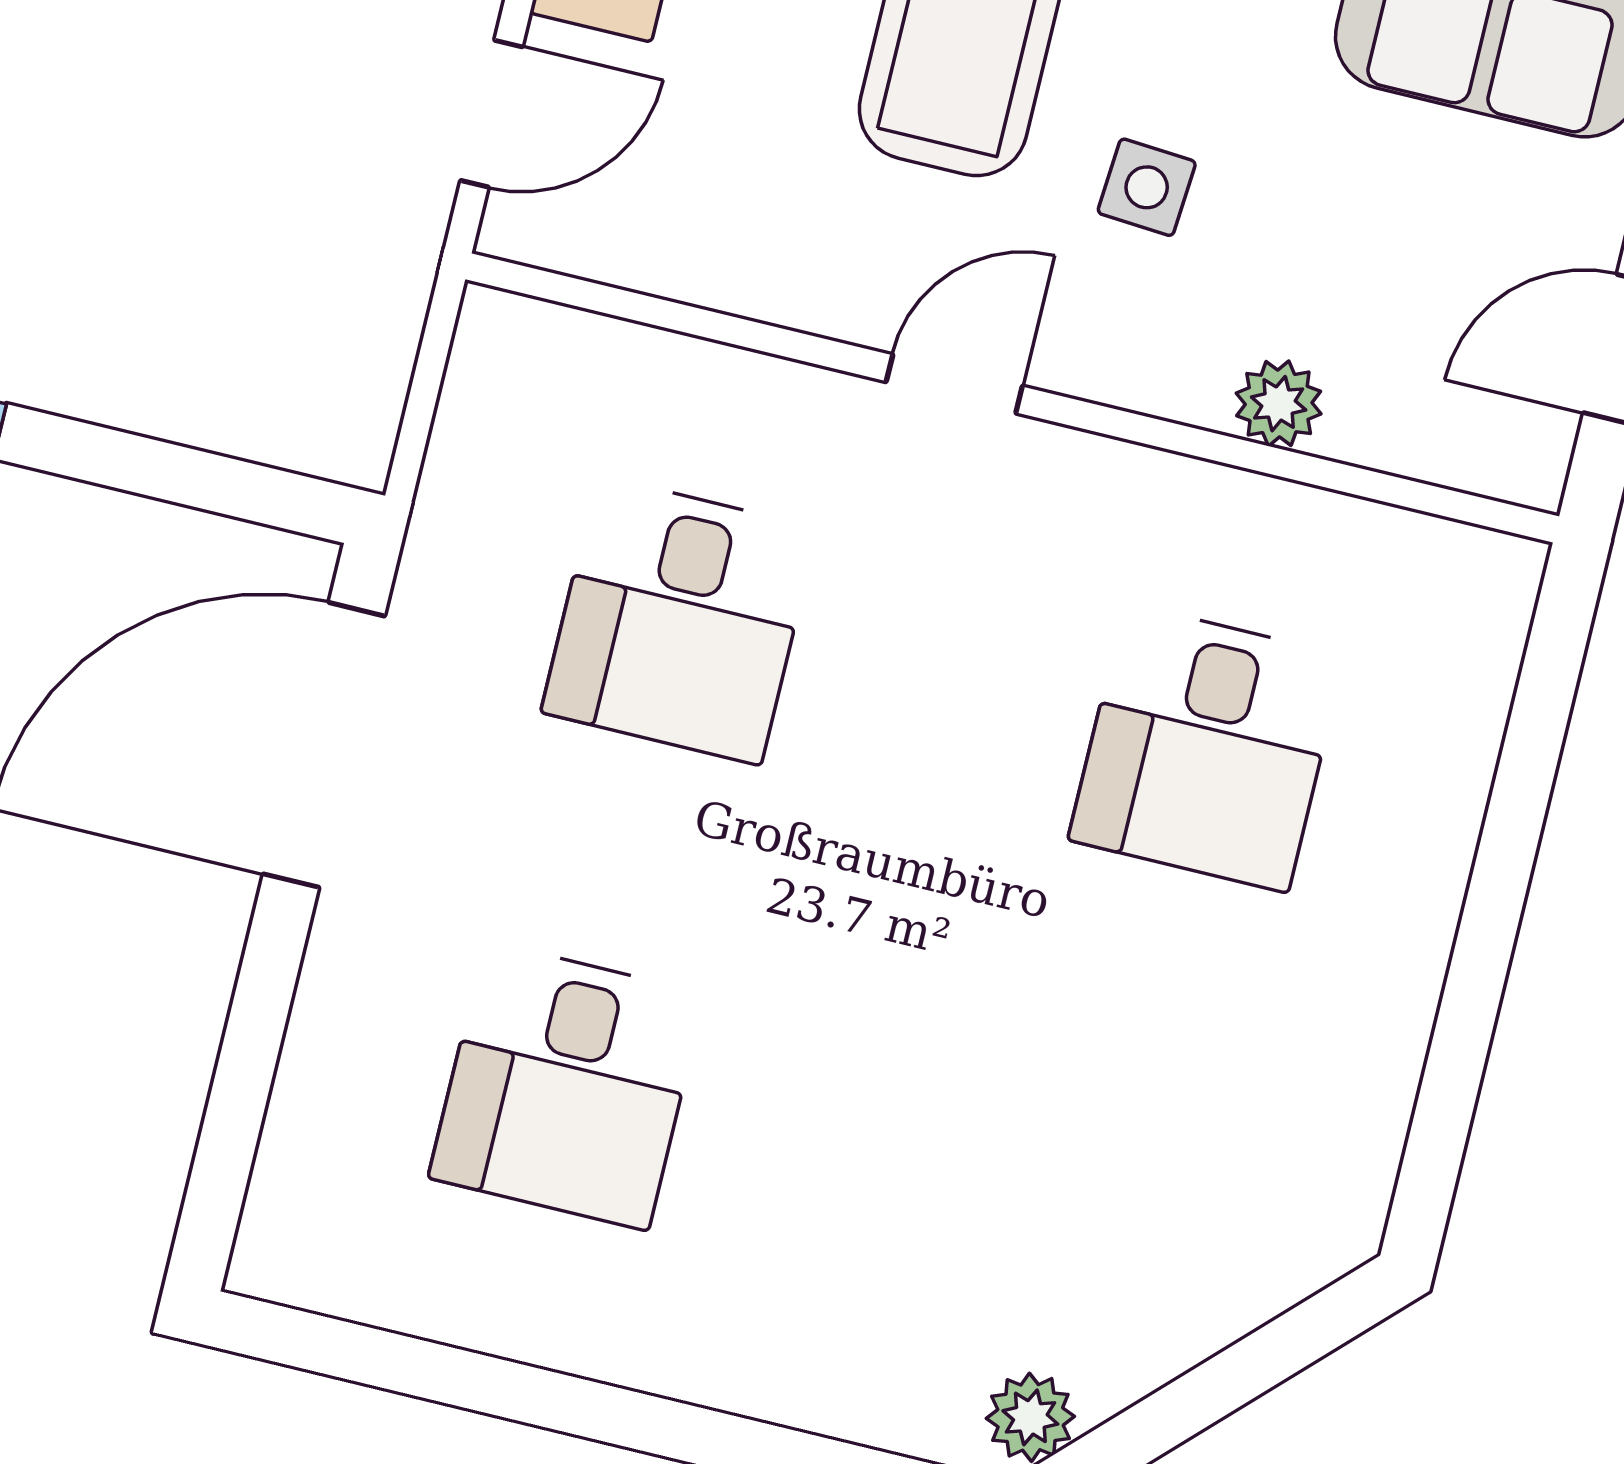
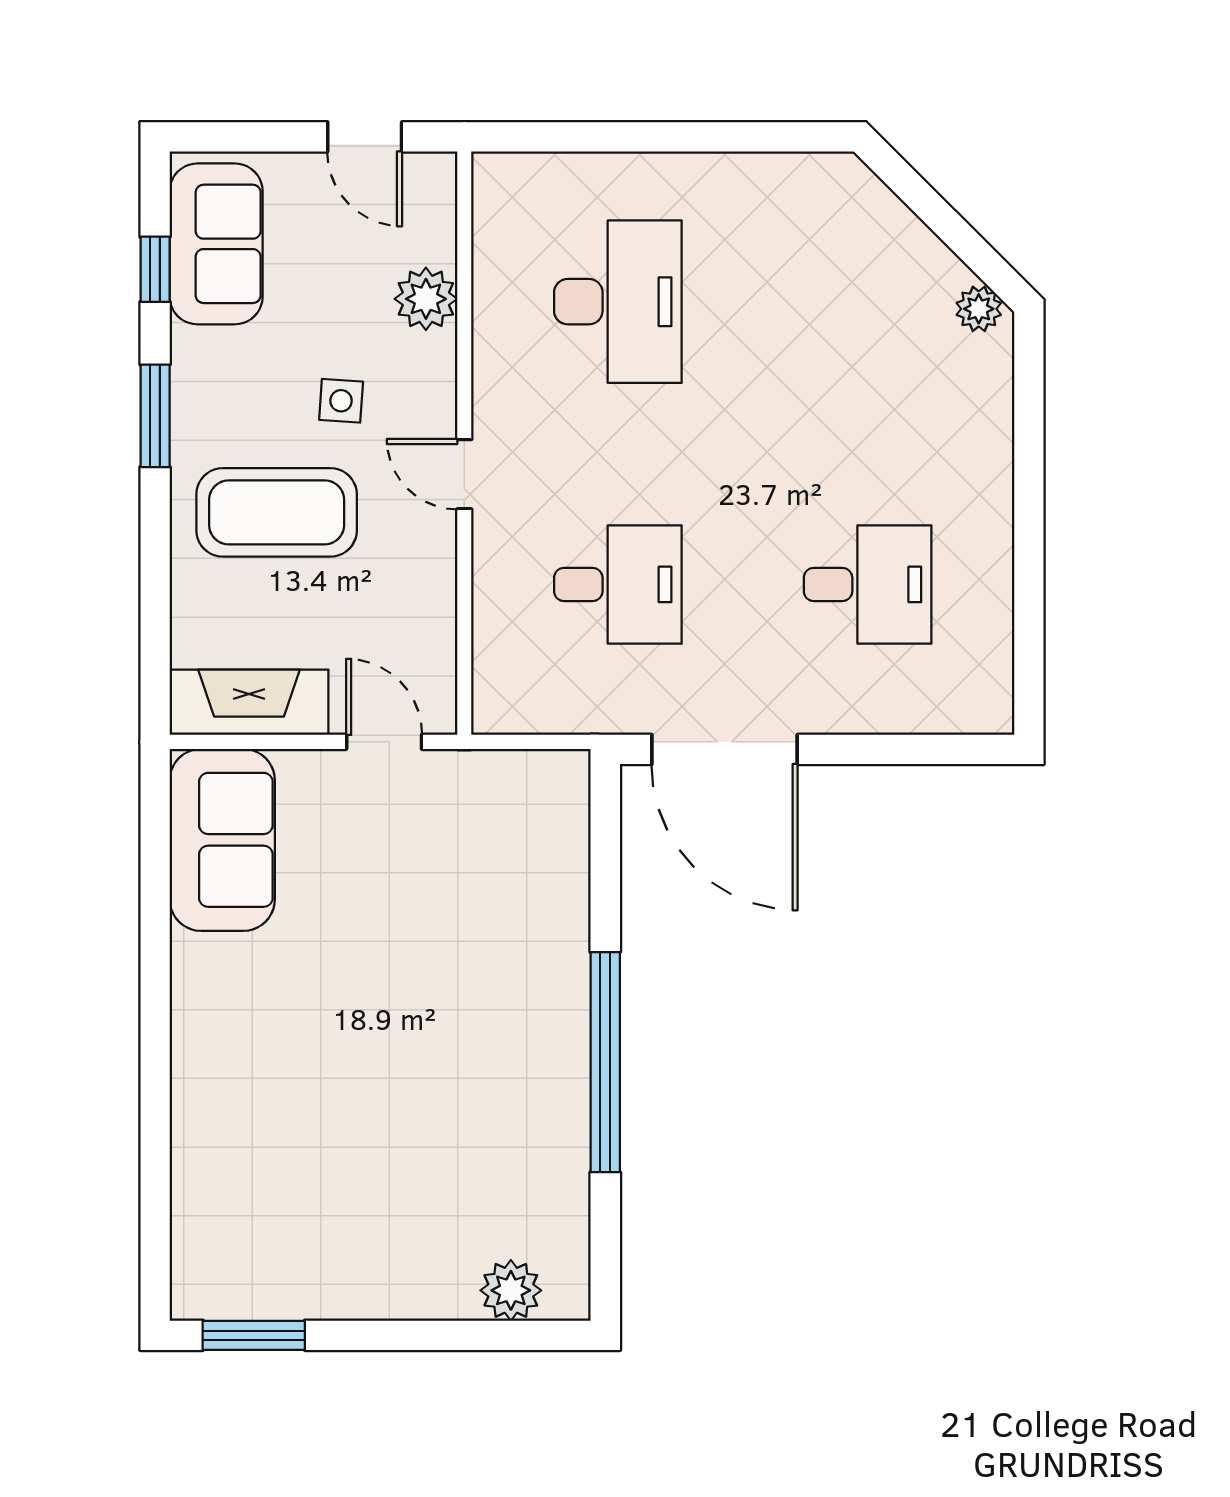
plant: (1279, 404) -> (426, 299), width x1.38, depth x1.38
desk: (1207, 748) -> (618, 302), width x1.37

